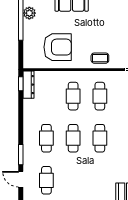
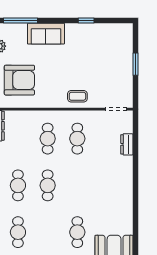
armchair: (58, 47) -> (19, 80), moved
cafe table: (100, 138) -> (77, 232), moved

